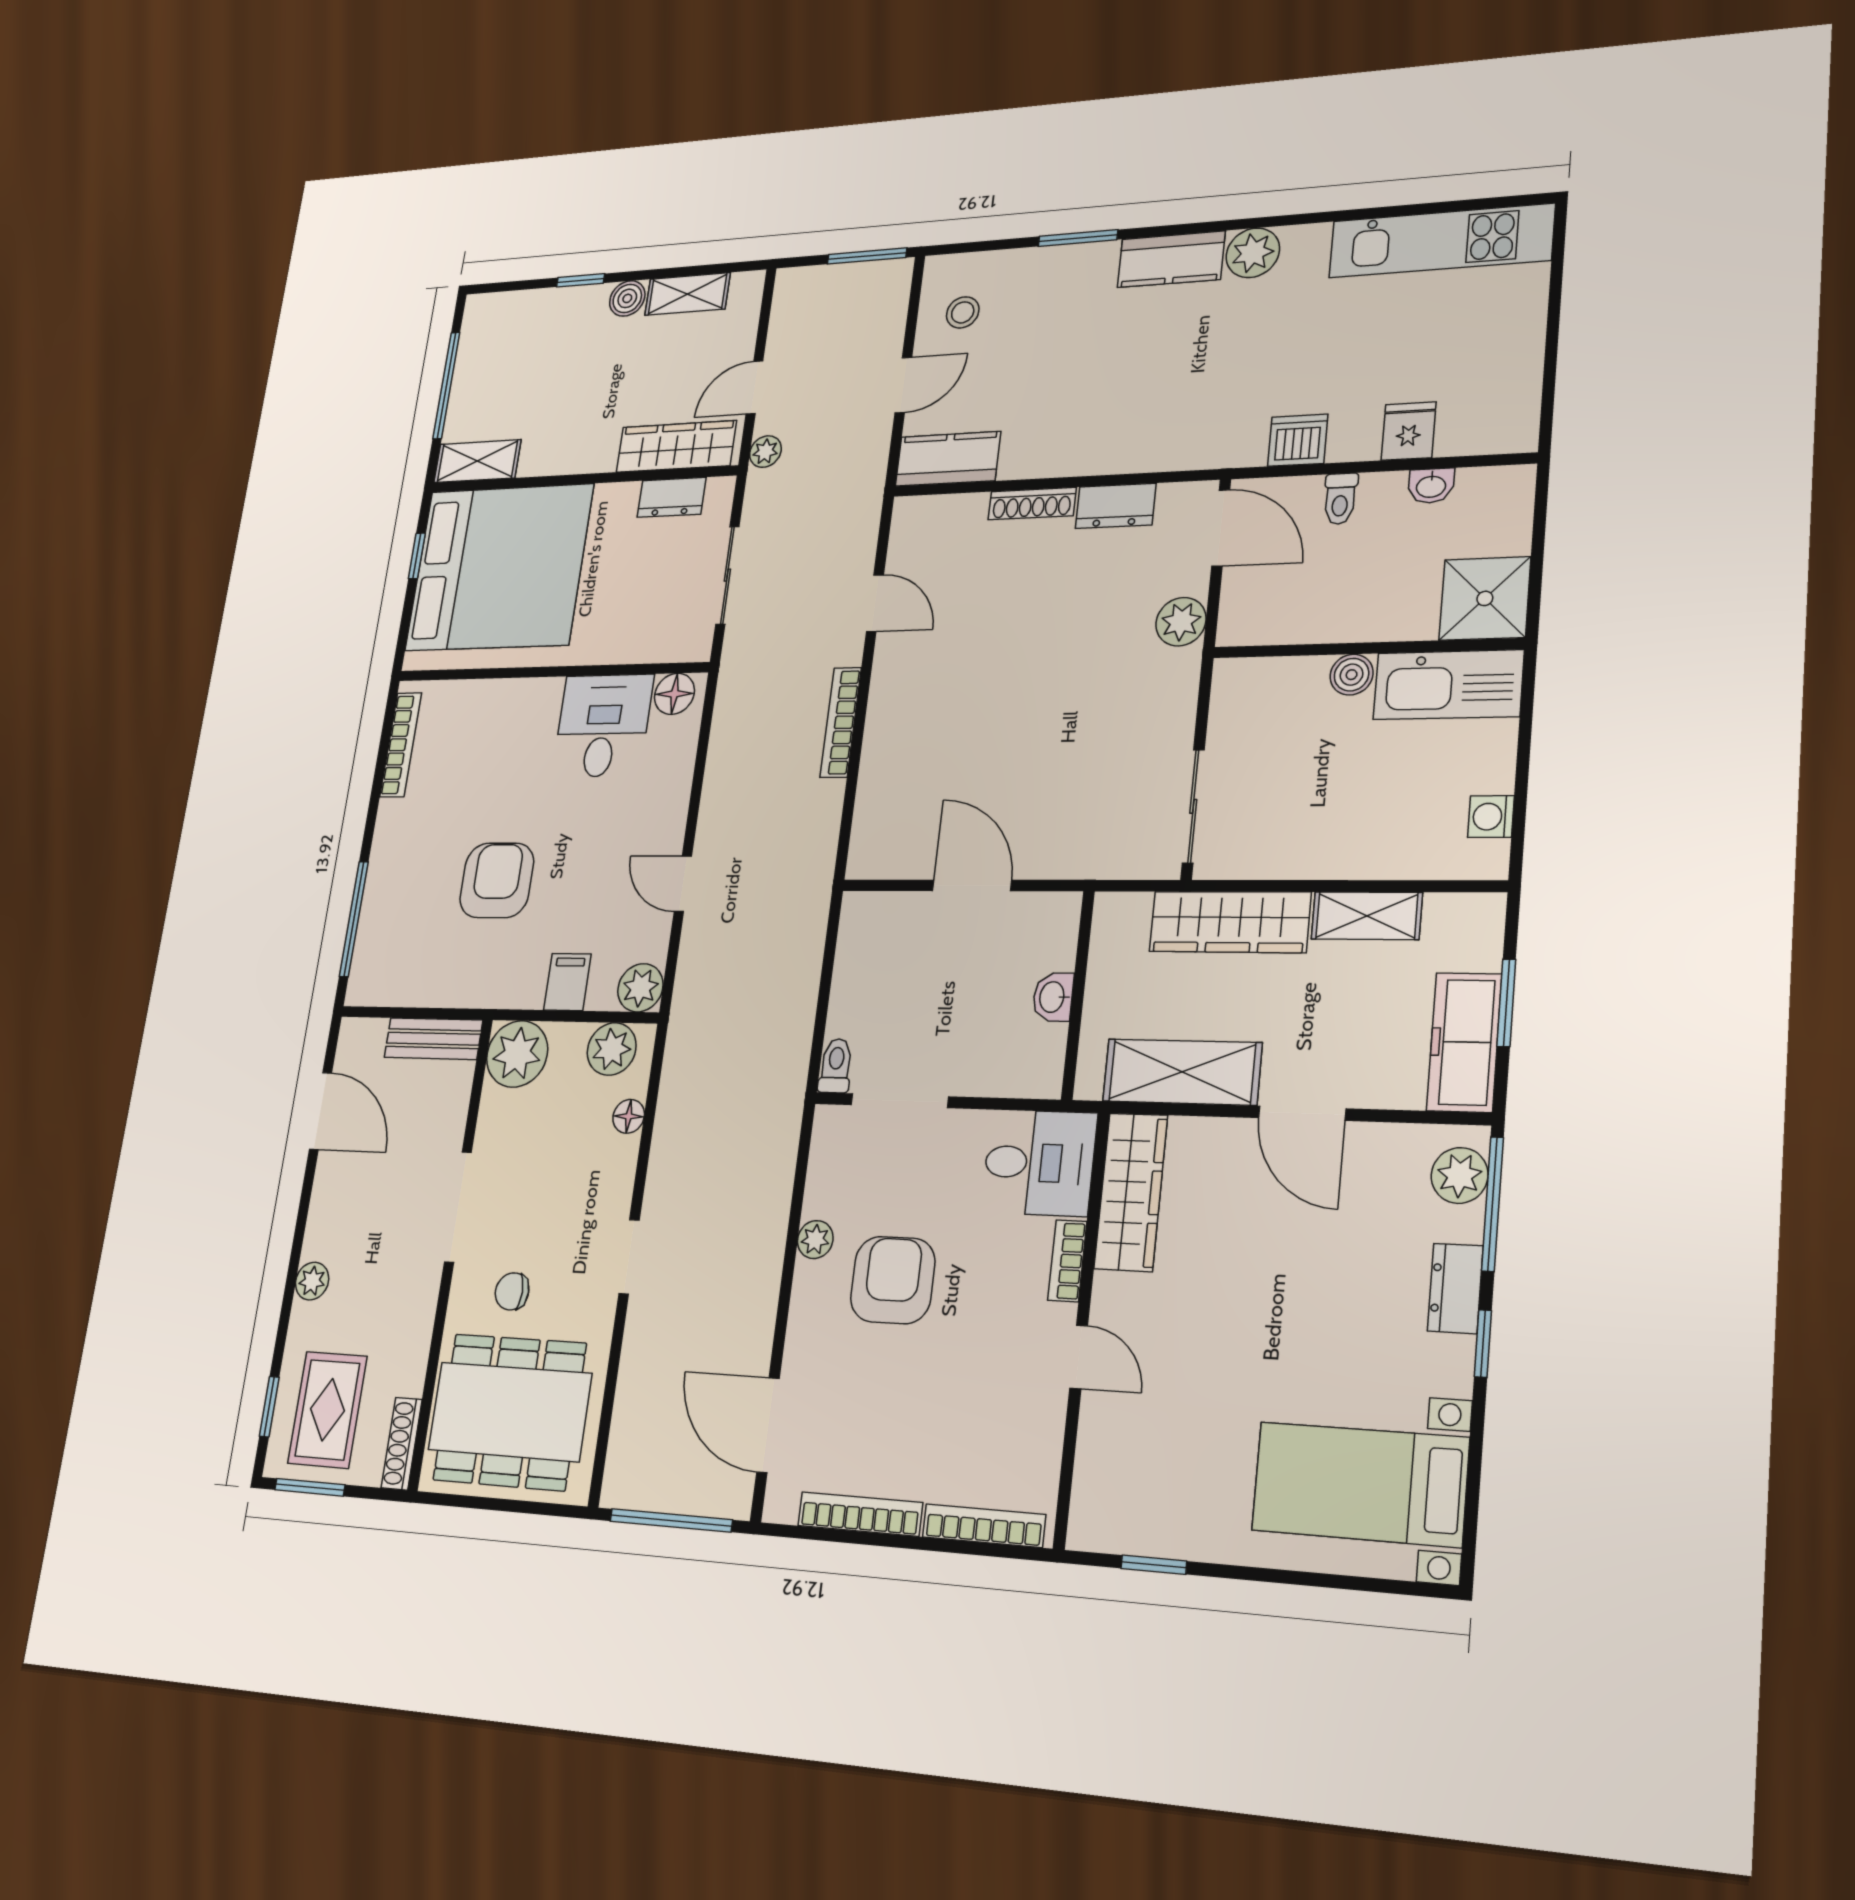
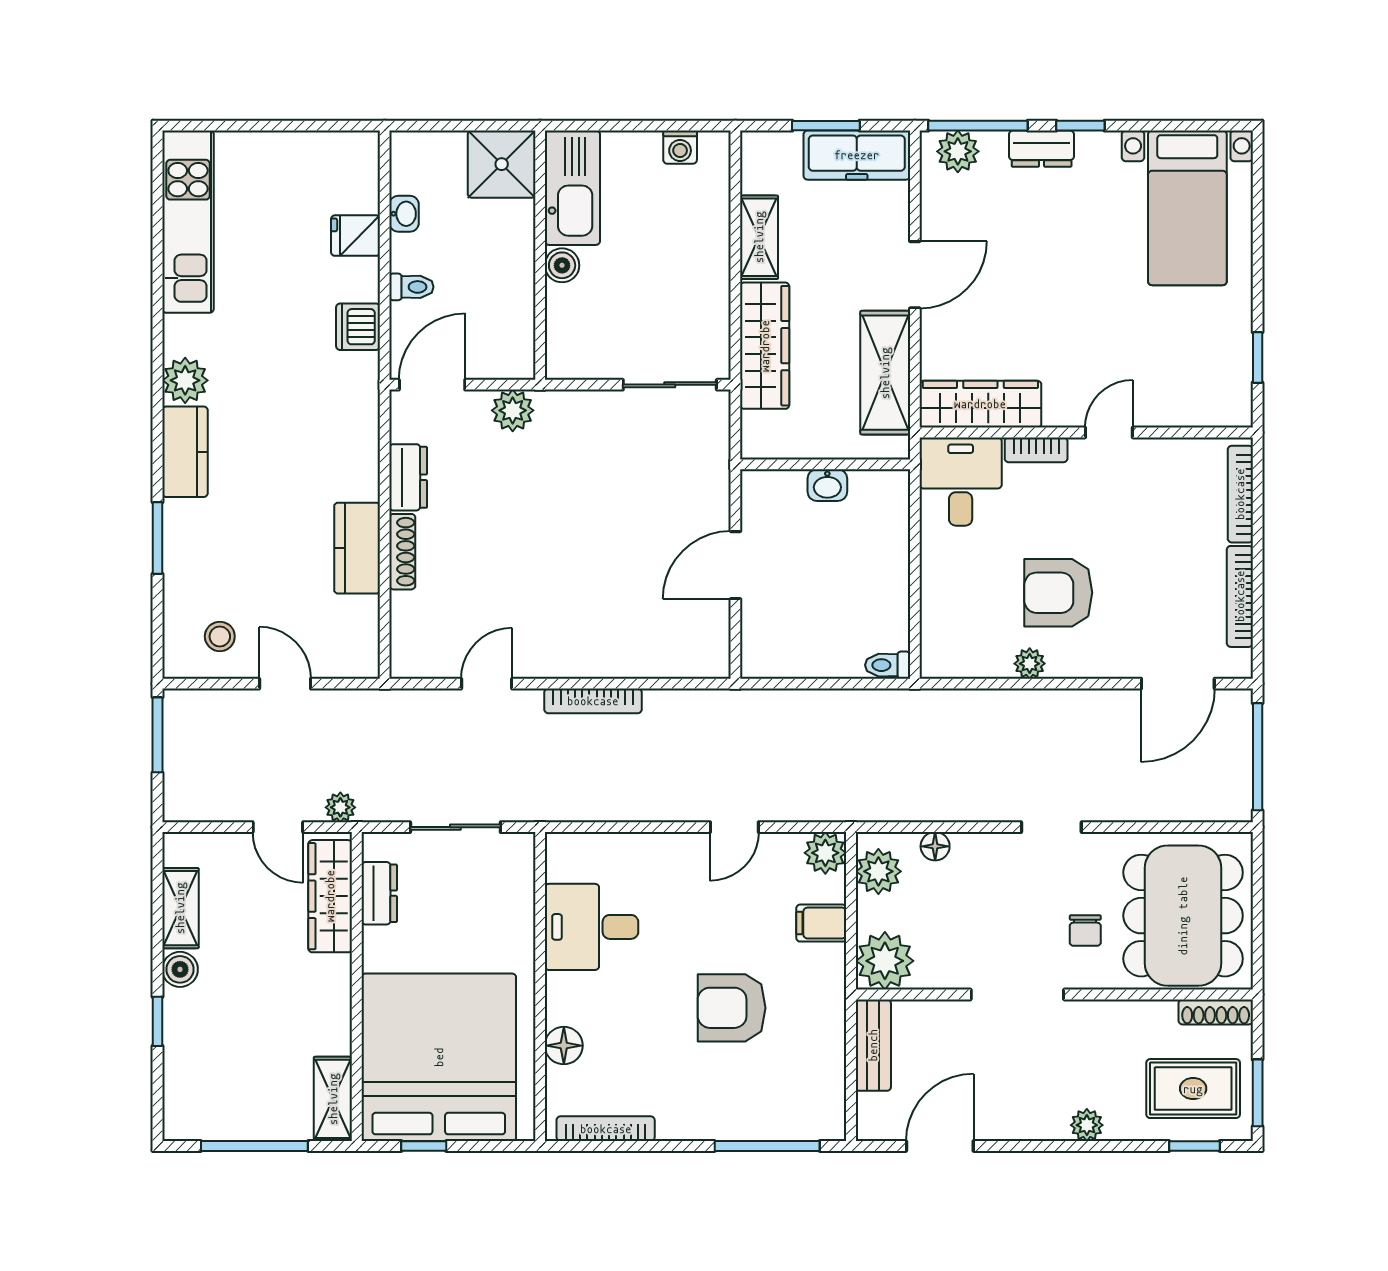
kitchen counter: (948, 459) -> (357, 548), moved
floor lamp: (674, 694) -> (564, 1046), moved
doorway: (900, 1101) -> (915, 605), removed

